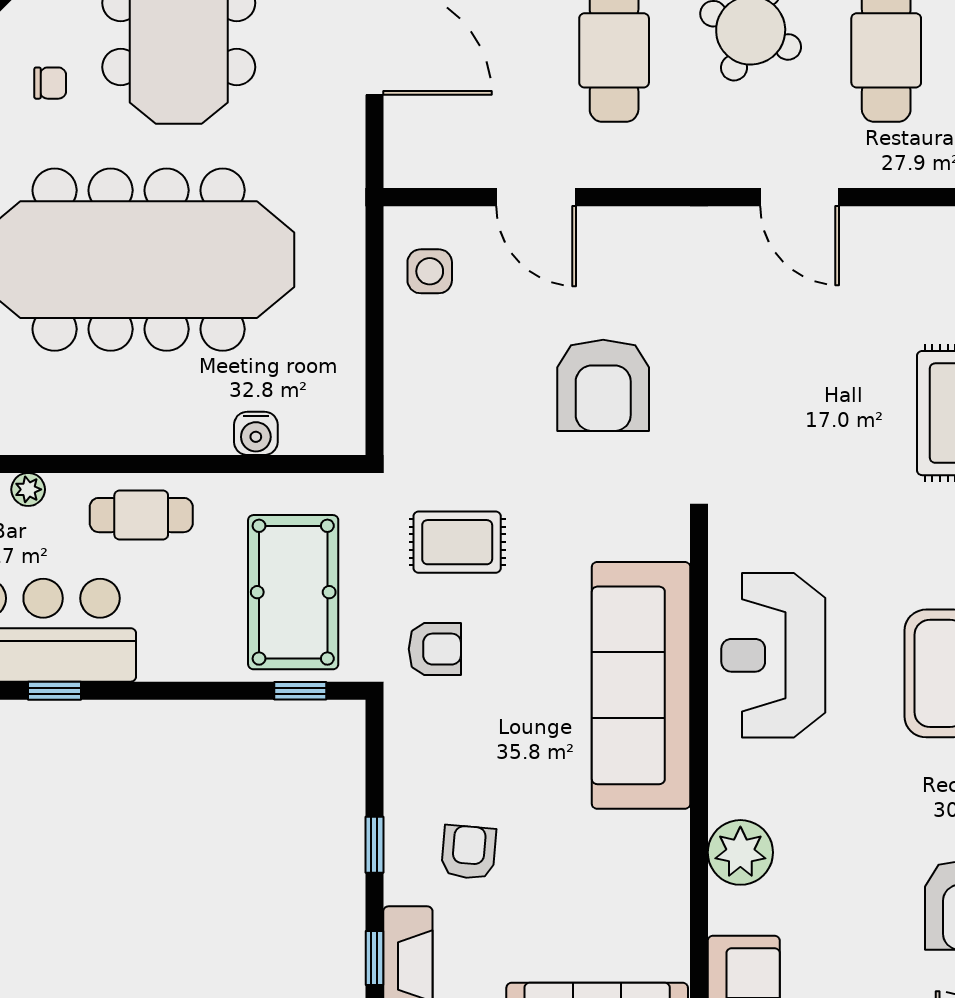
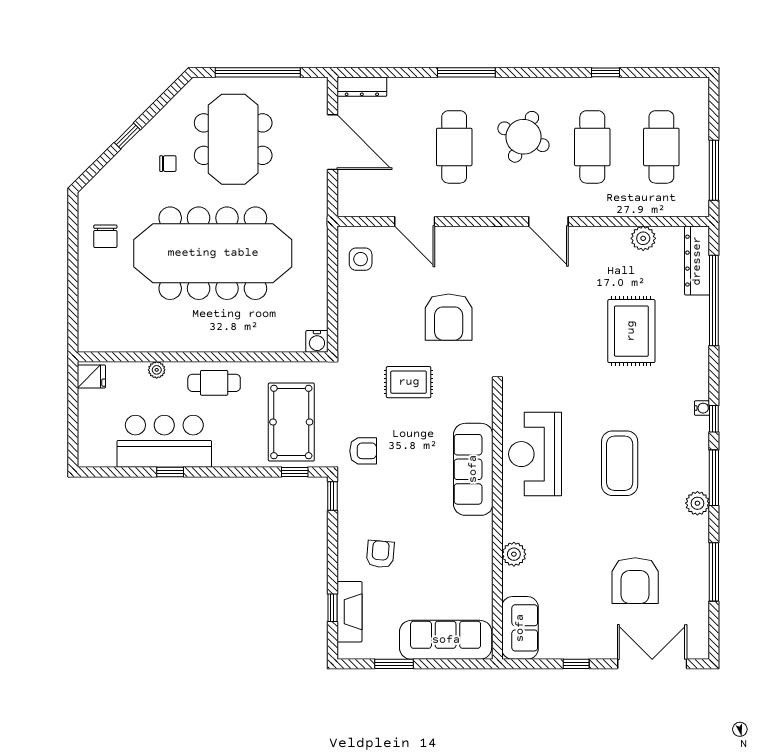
water cooler: (256, 433) -> (317, 341), moved
rug: (457, 542) -> (409, 382), moved
sofa: (641, 685) -> (473, 469), width x0.74, depth x0.79
window: (374, 845) -> (332, 496), moved
plant: (740, 852) -> (514, 554), width x0.73, depth x0.73

